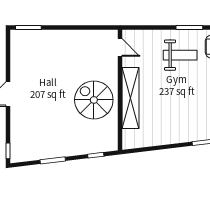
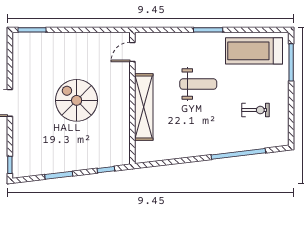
door: (120, 48) -> (132, 52), swing flipped
weight bench: (180, 55) -> (198, 84), moved
spiral stairs: (94, 100) -> (77, 100), moved

